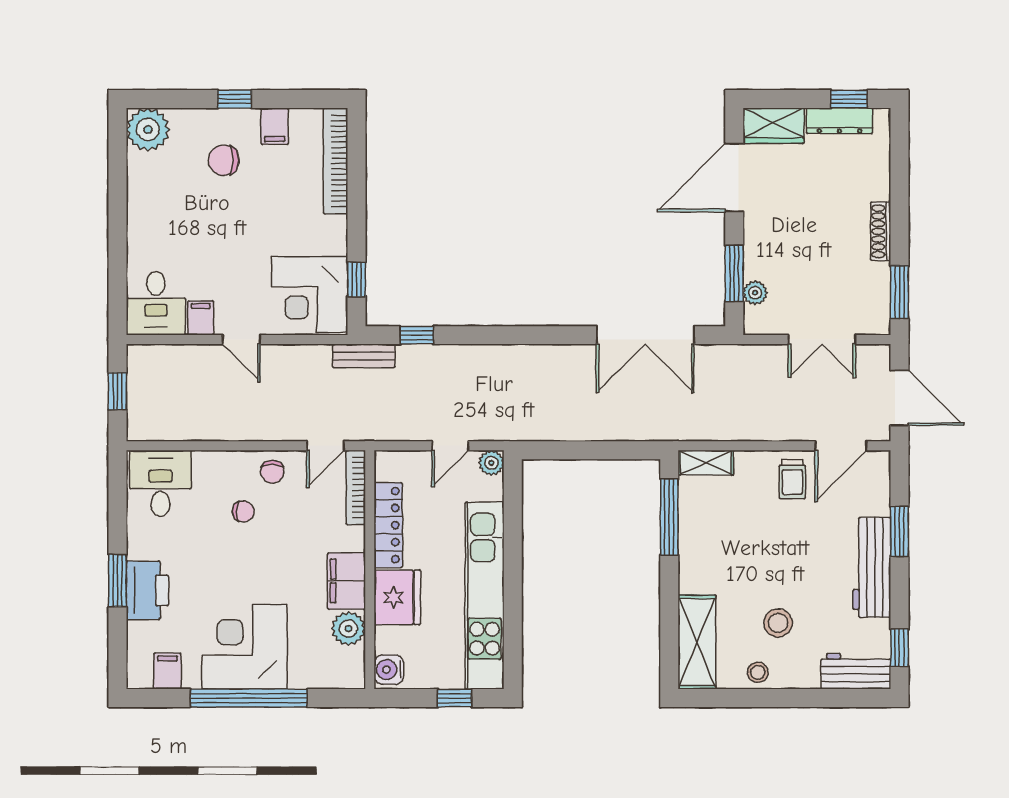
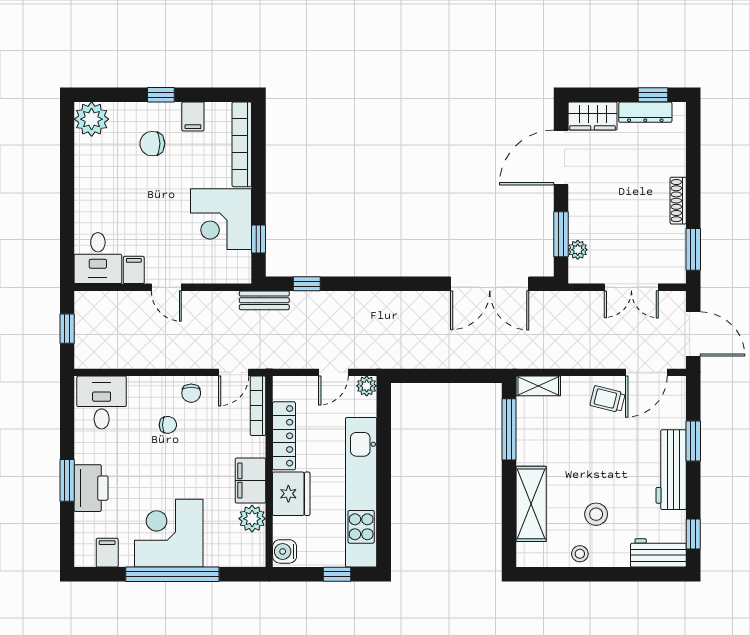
corner desk: (310, 295) -> (221, 219), moved
trolley: (792, 479) -> (608, 399), turned 104
shelving: (697, 642) -> (531, 504), moved

